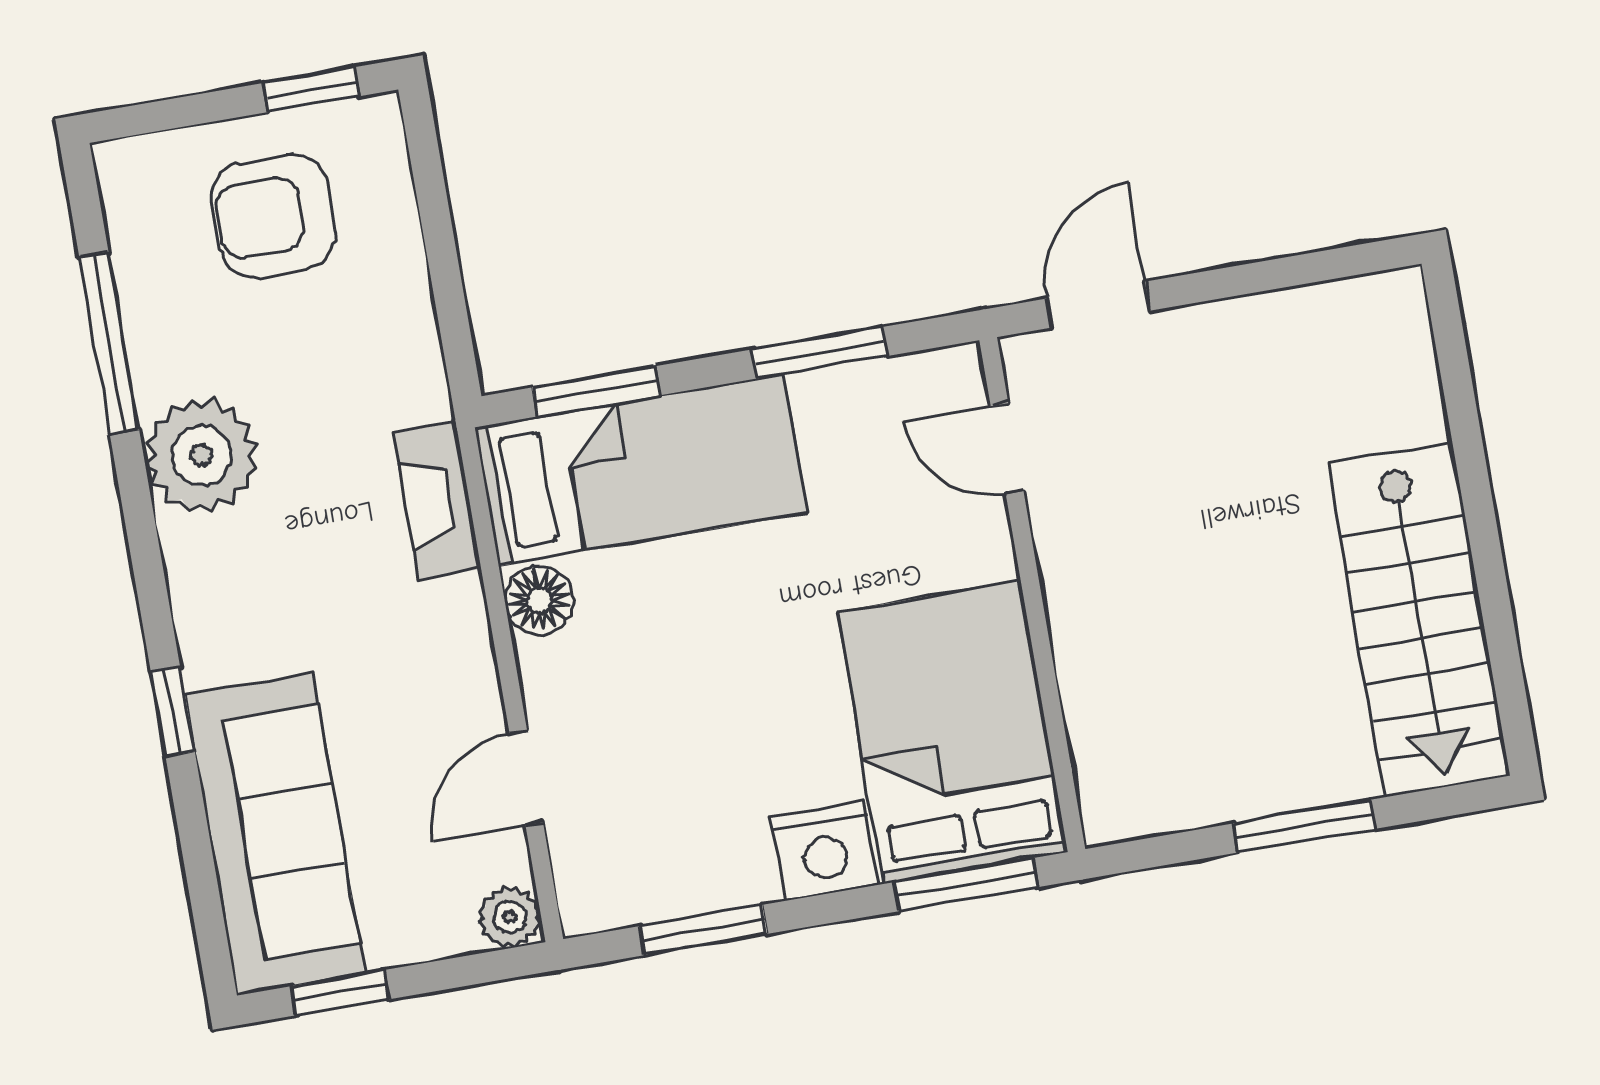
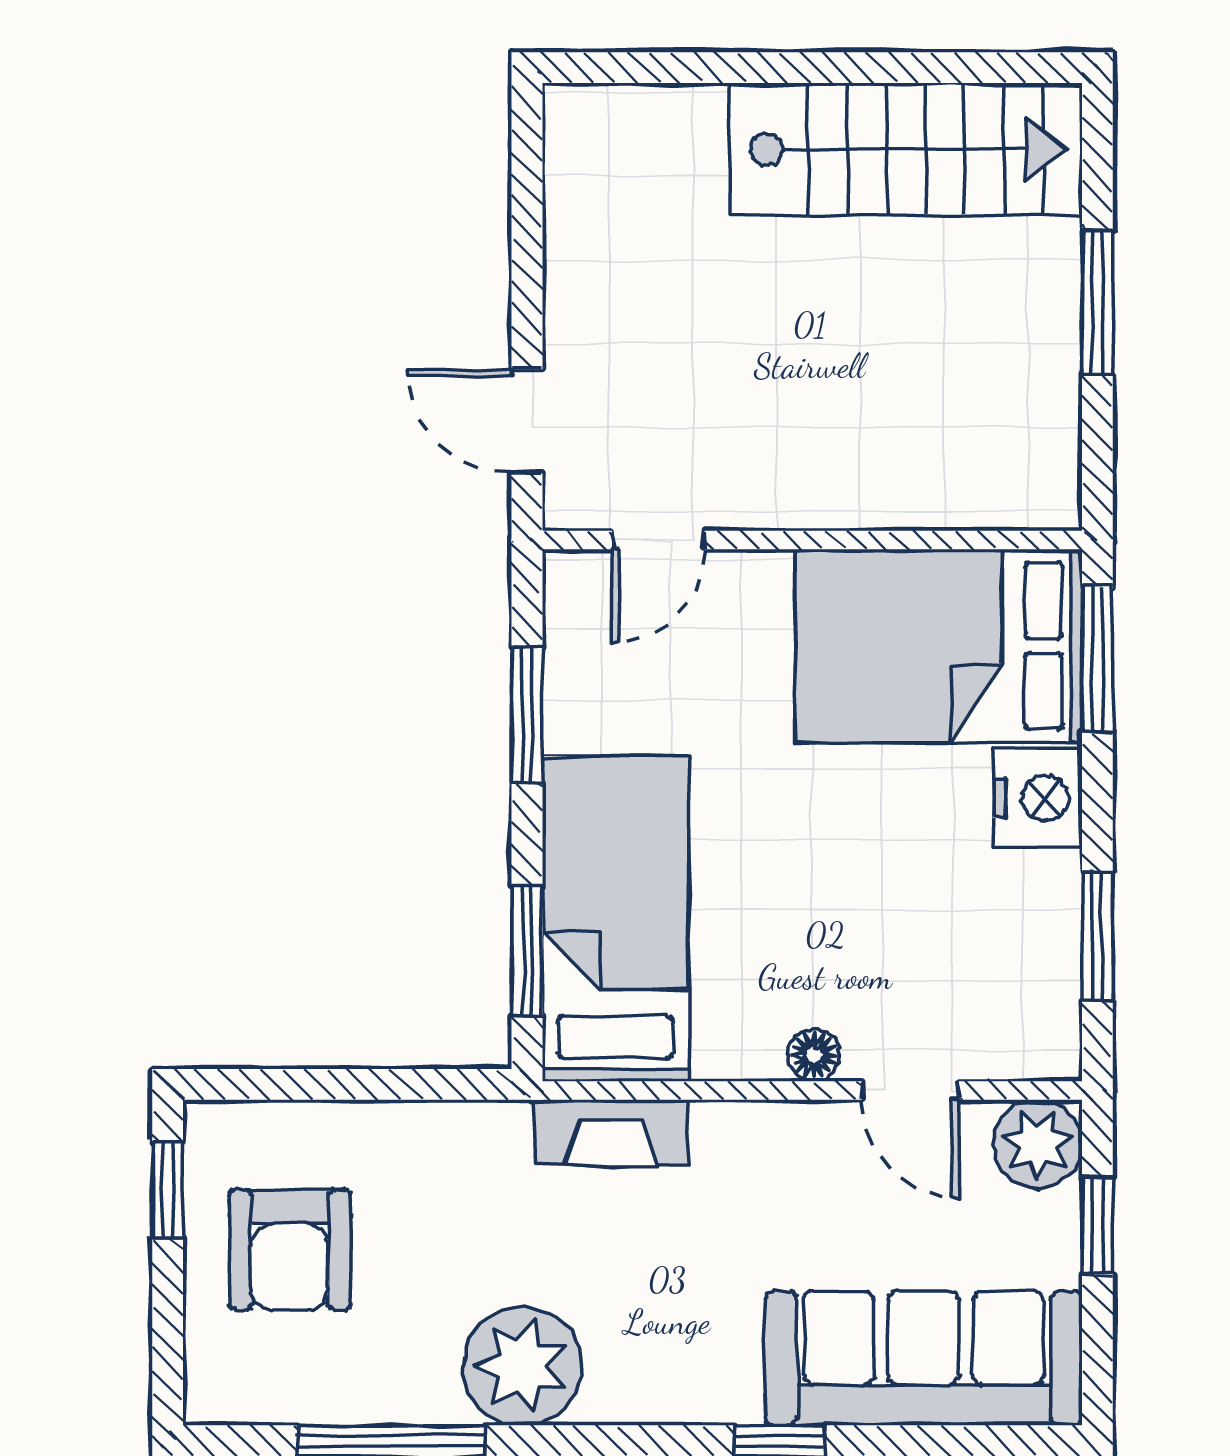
floor lamp: (539, 600) -> (814, 1055), moved, width x0.73, depth x0.73
plant: (510, 917) -> (1038, 1144), width x1.38, depth x1.38
window: (340, 993) -> (1097, 1226), moved

